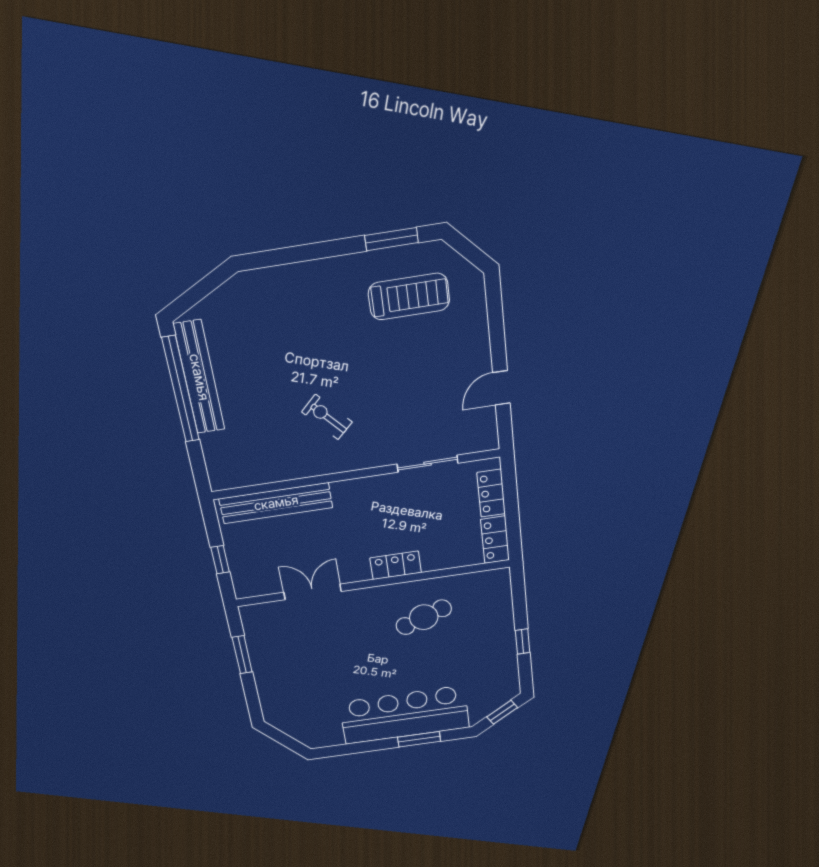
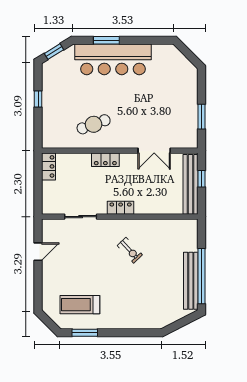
locker: (491, 493) -> (121, 208), moved, turned -90
bench: (276, 503) -> (191, 184), moved, turned 90

